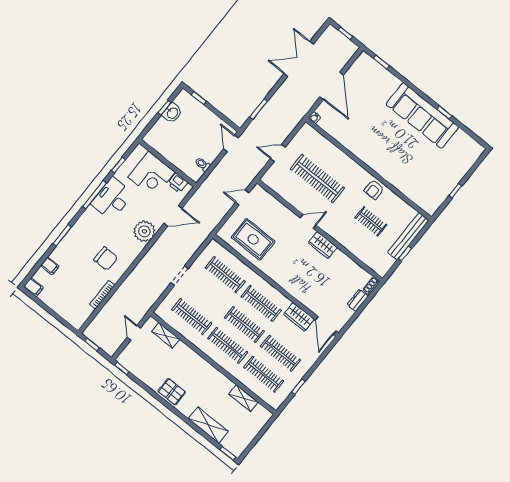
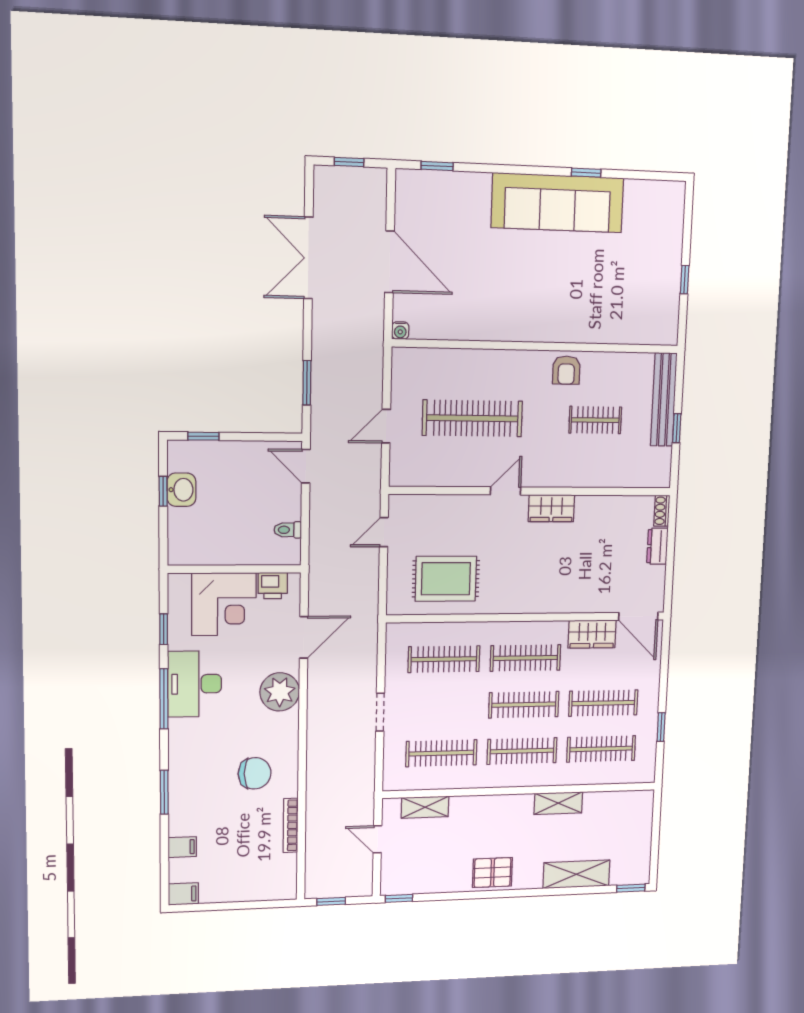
shelving: (243, 398) -> (558, 803), moved

